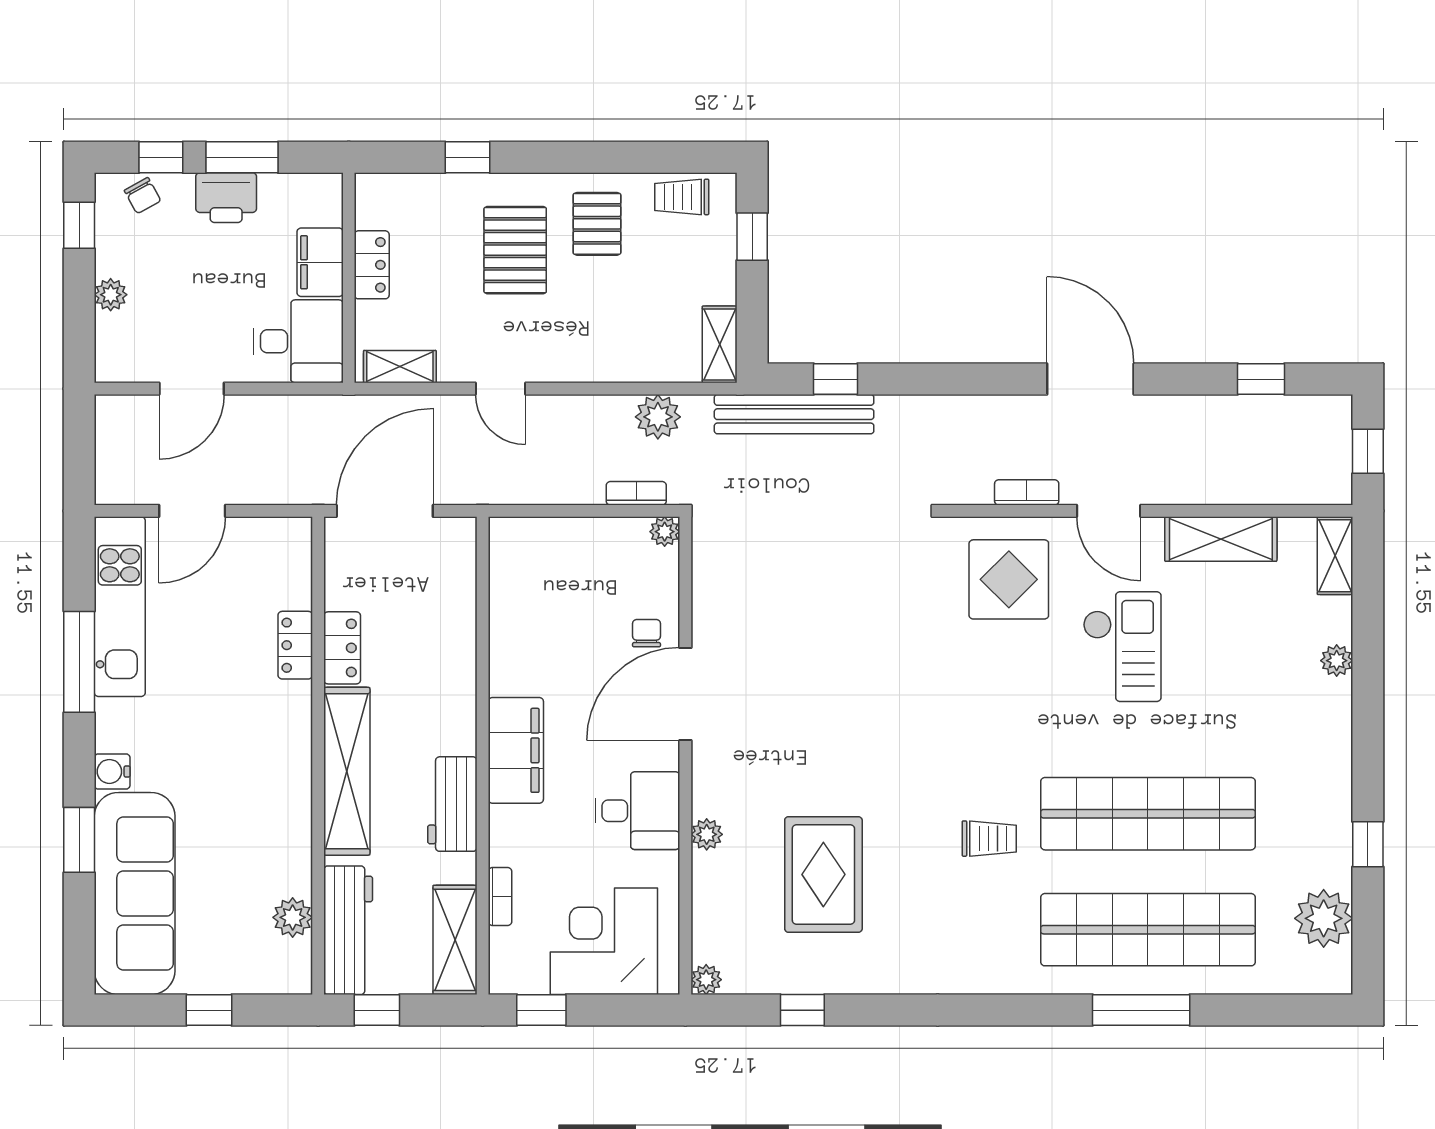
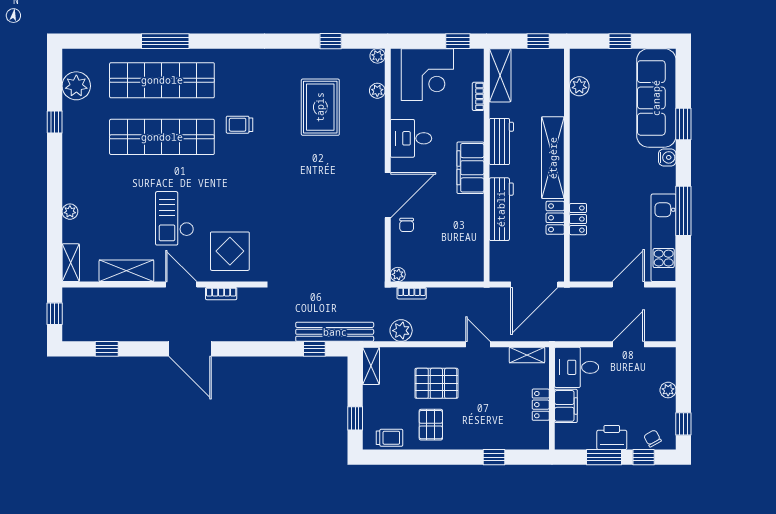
pallet: (515, 250) -> (436, 383), moved, turned 90
plant: (707, 834) -> (377, 91), moved
workbench: (348, 930) -> (501, 209), moved, turned 180

